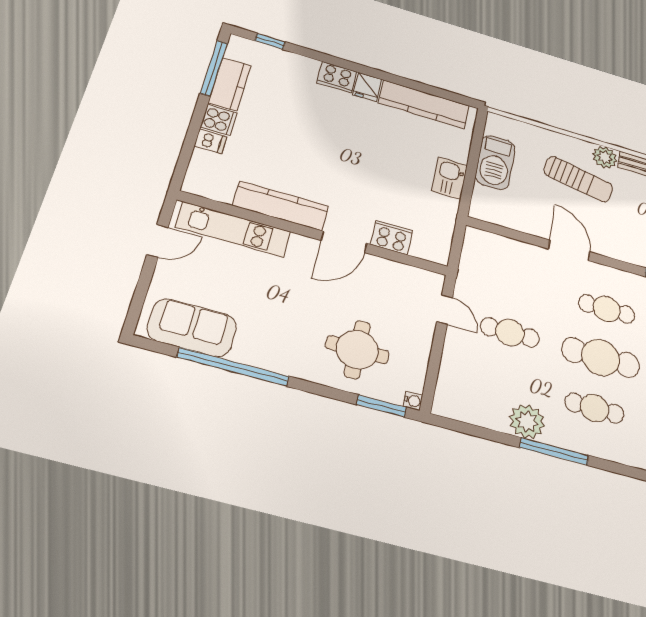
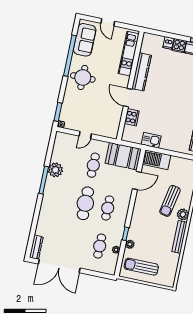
barbecue: (495, 162) -> (157, 160), moved
kitchen sink: (450, 178) -> (151, 140), moved
door: (157, 241) -> (108, 22), moved
door: (569, 250) -> (137, 180), moved
booth: (485, 265) -> (123, 156), added
door: (445, 310) -> (85, 135), moved
round table: (357, 350) -> (83, 77), moved
cafe table: (595, 408) -> (63, 199), removed

